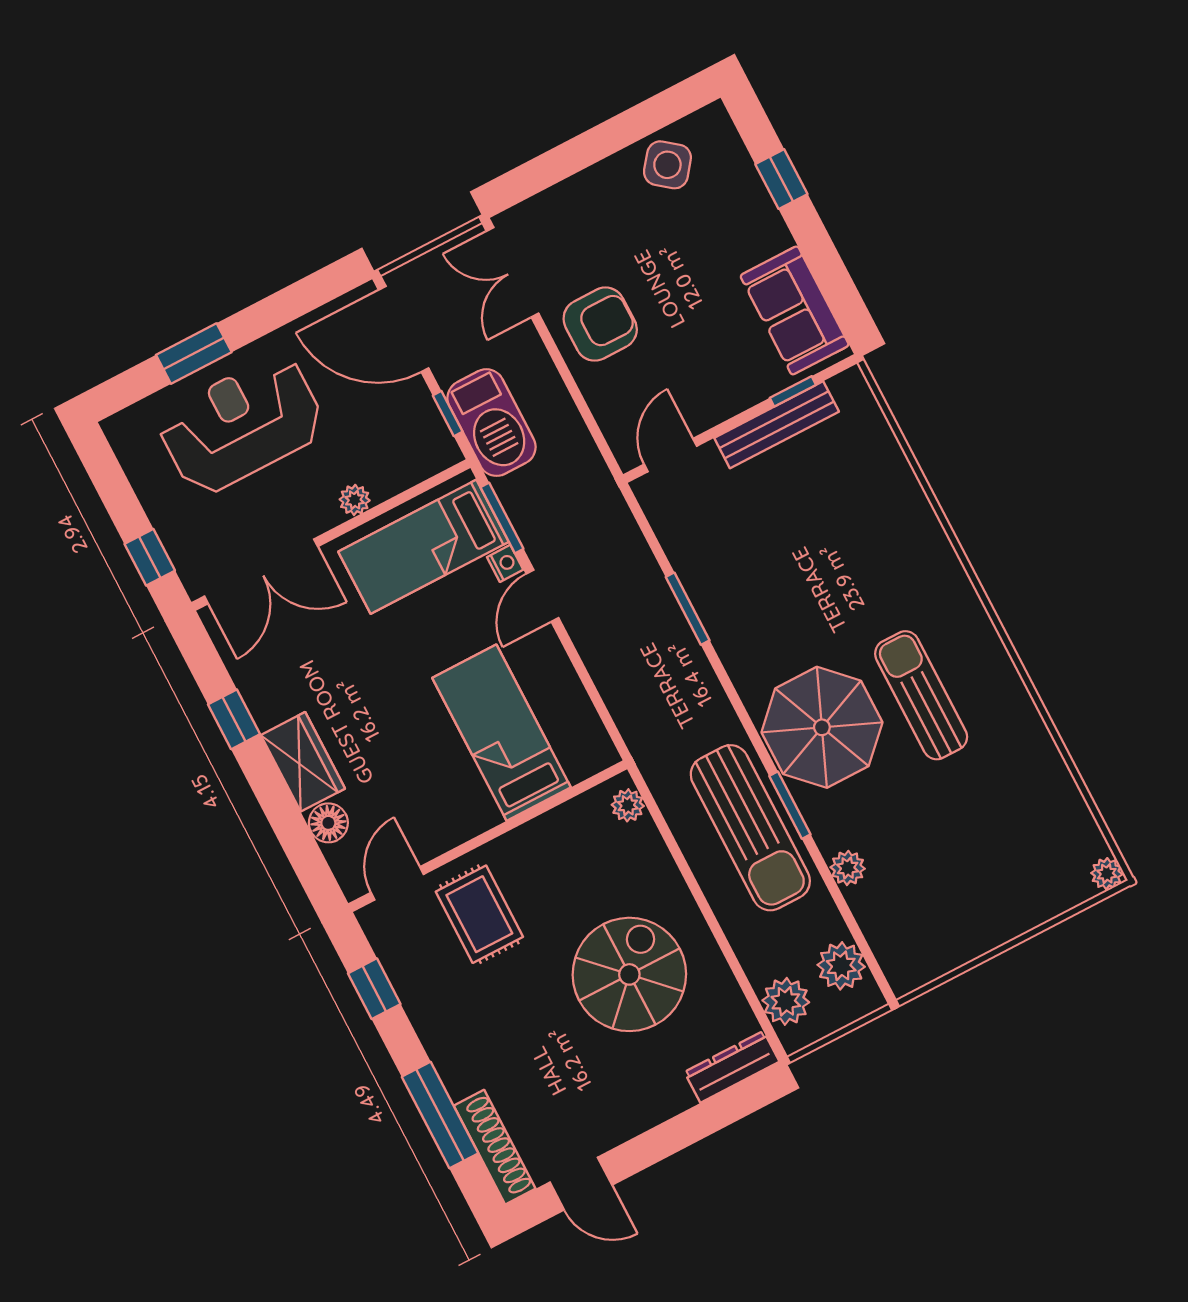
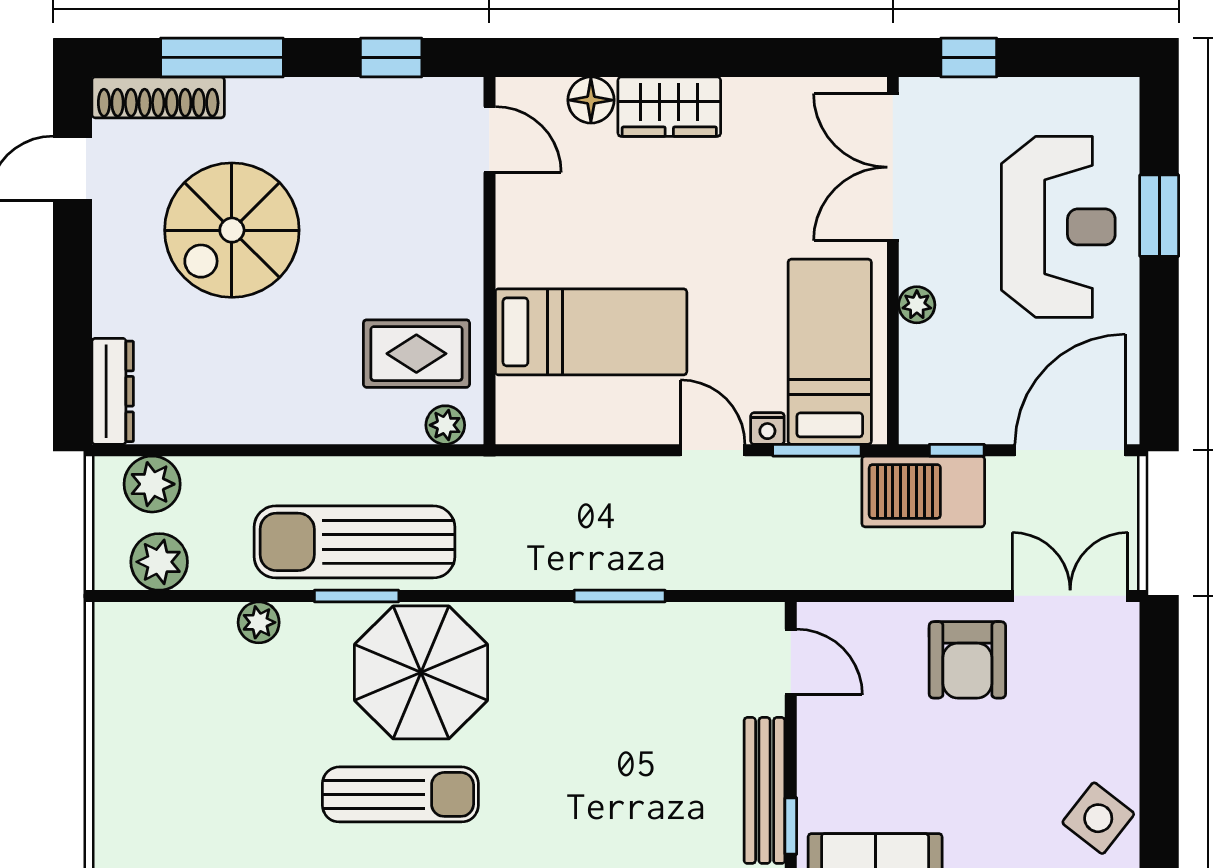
window: (234, 719) -> (752, 57), removed
rug: (479, 914) -> (416, 354), moved
spiral stairs: (629, 974) -> (232, 230), moved, turned 90

